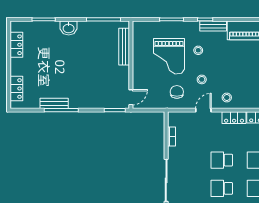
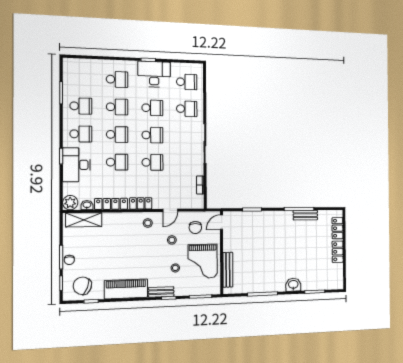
locker: (16, 45) -> (338, 252), moved
bench: (124, 47) -> (228, 270), moved
grand piano: (169, 56) -> (203, 261), turned 180
wall: (131, 65) -> (222, 253), moved
door: (131, 97) -> (222, 222), moved

